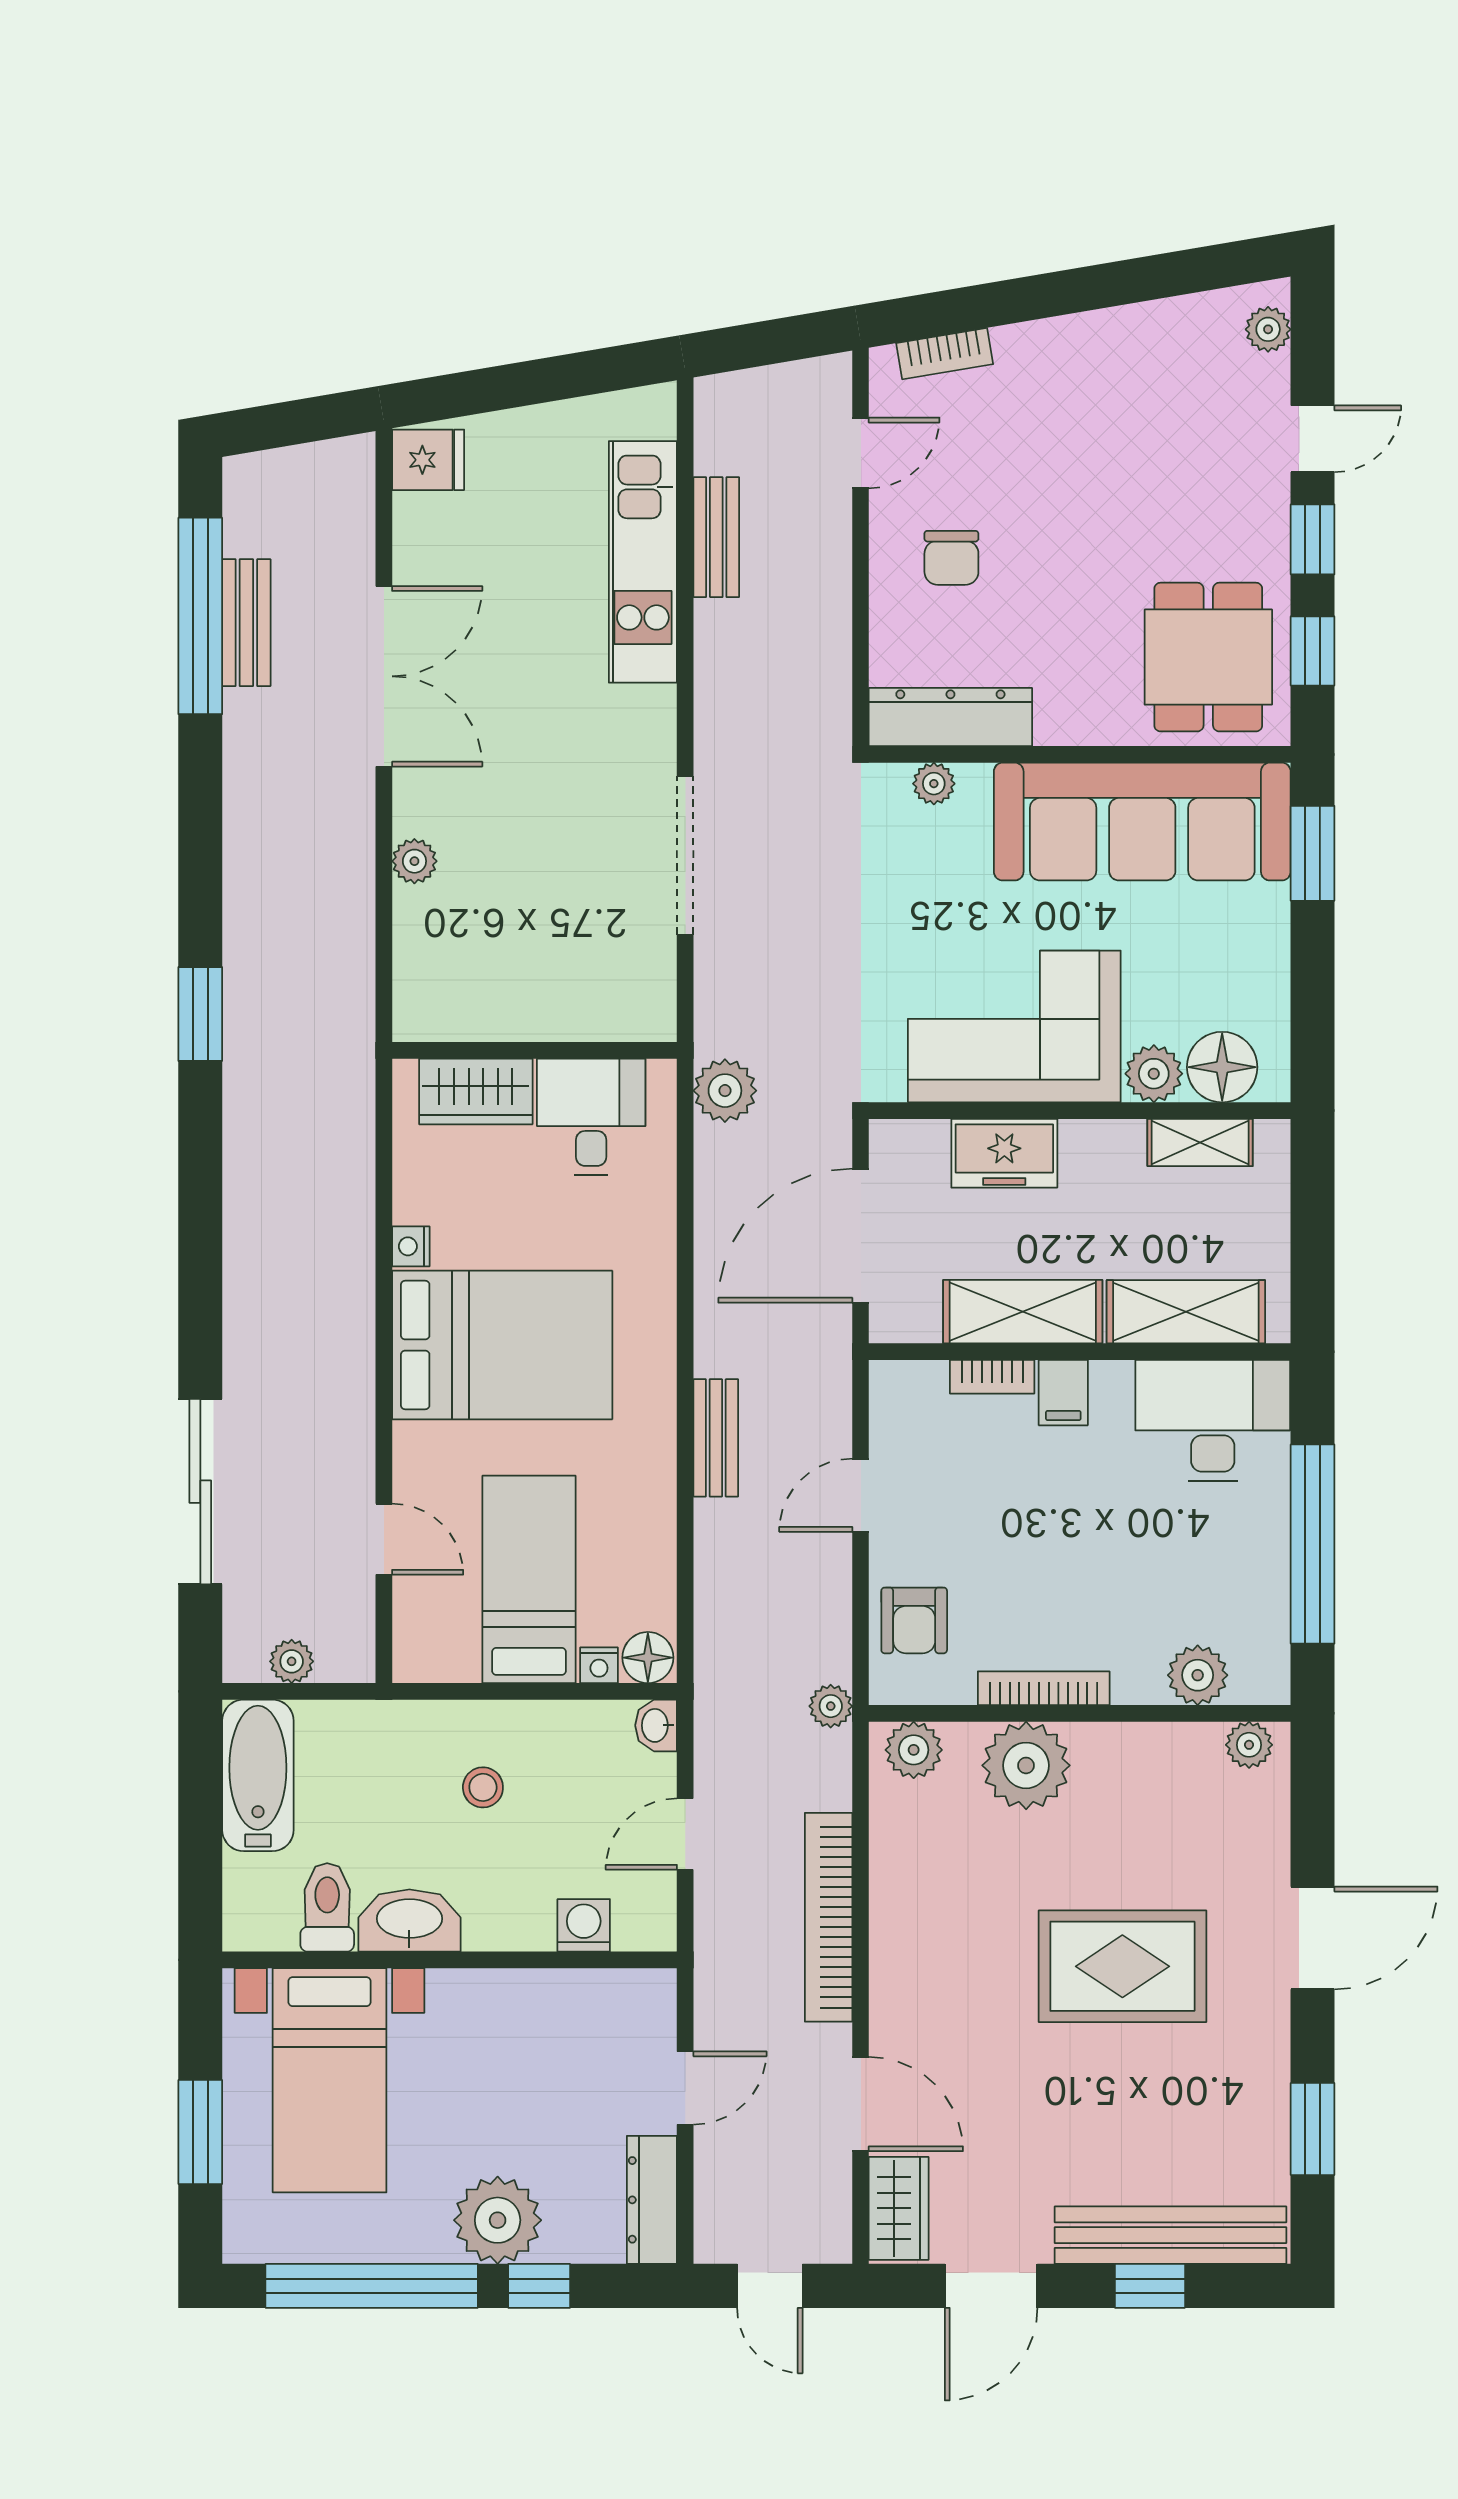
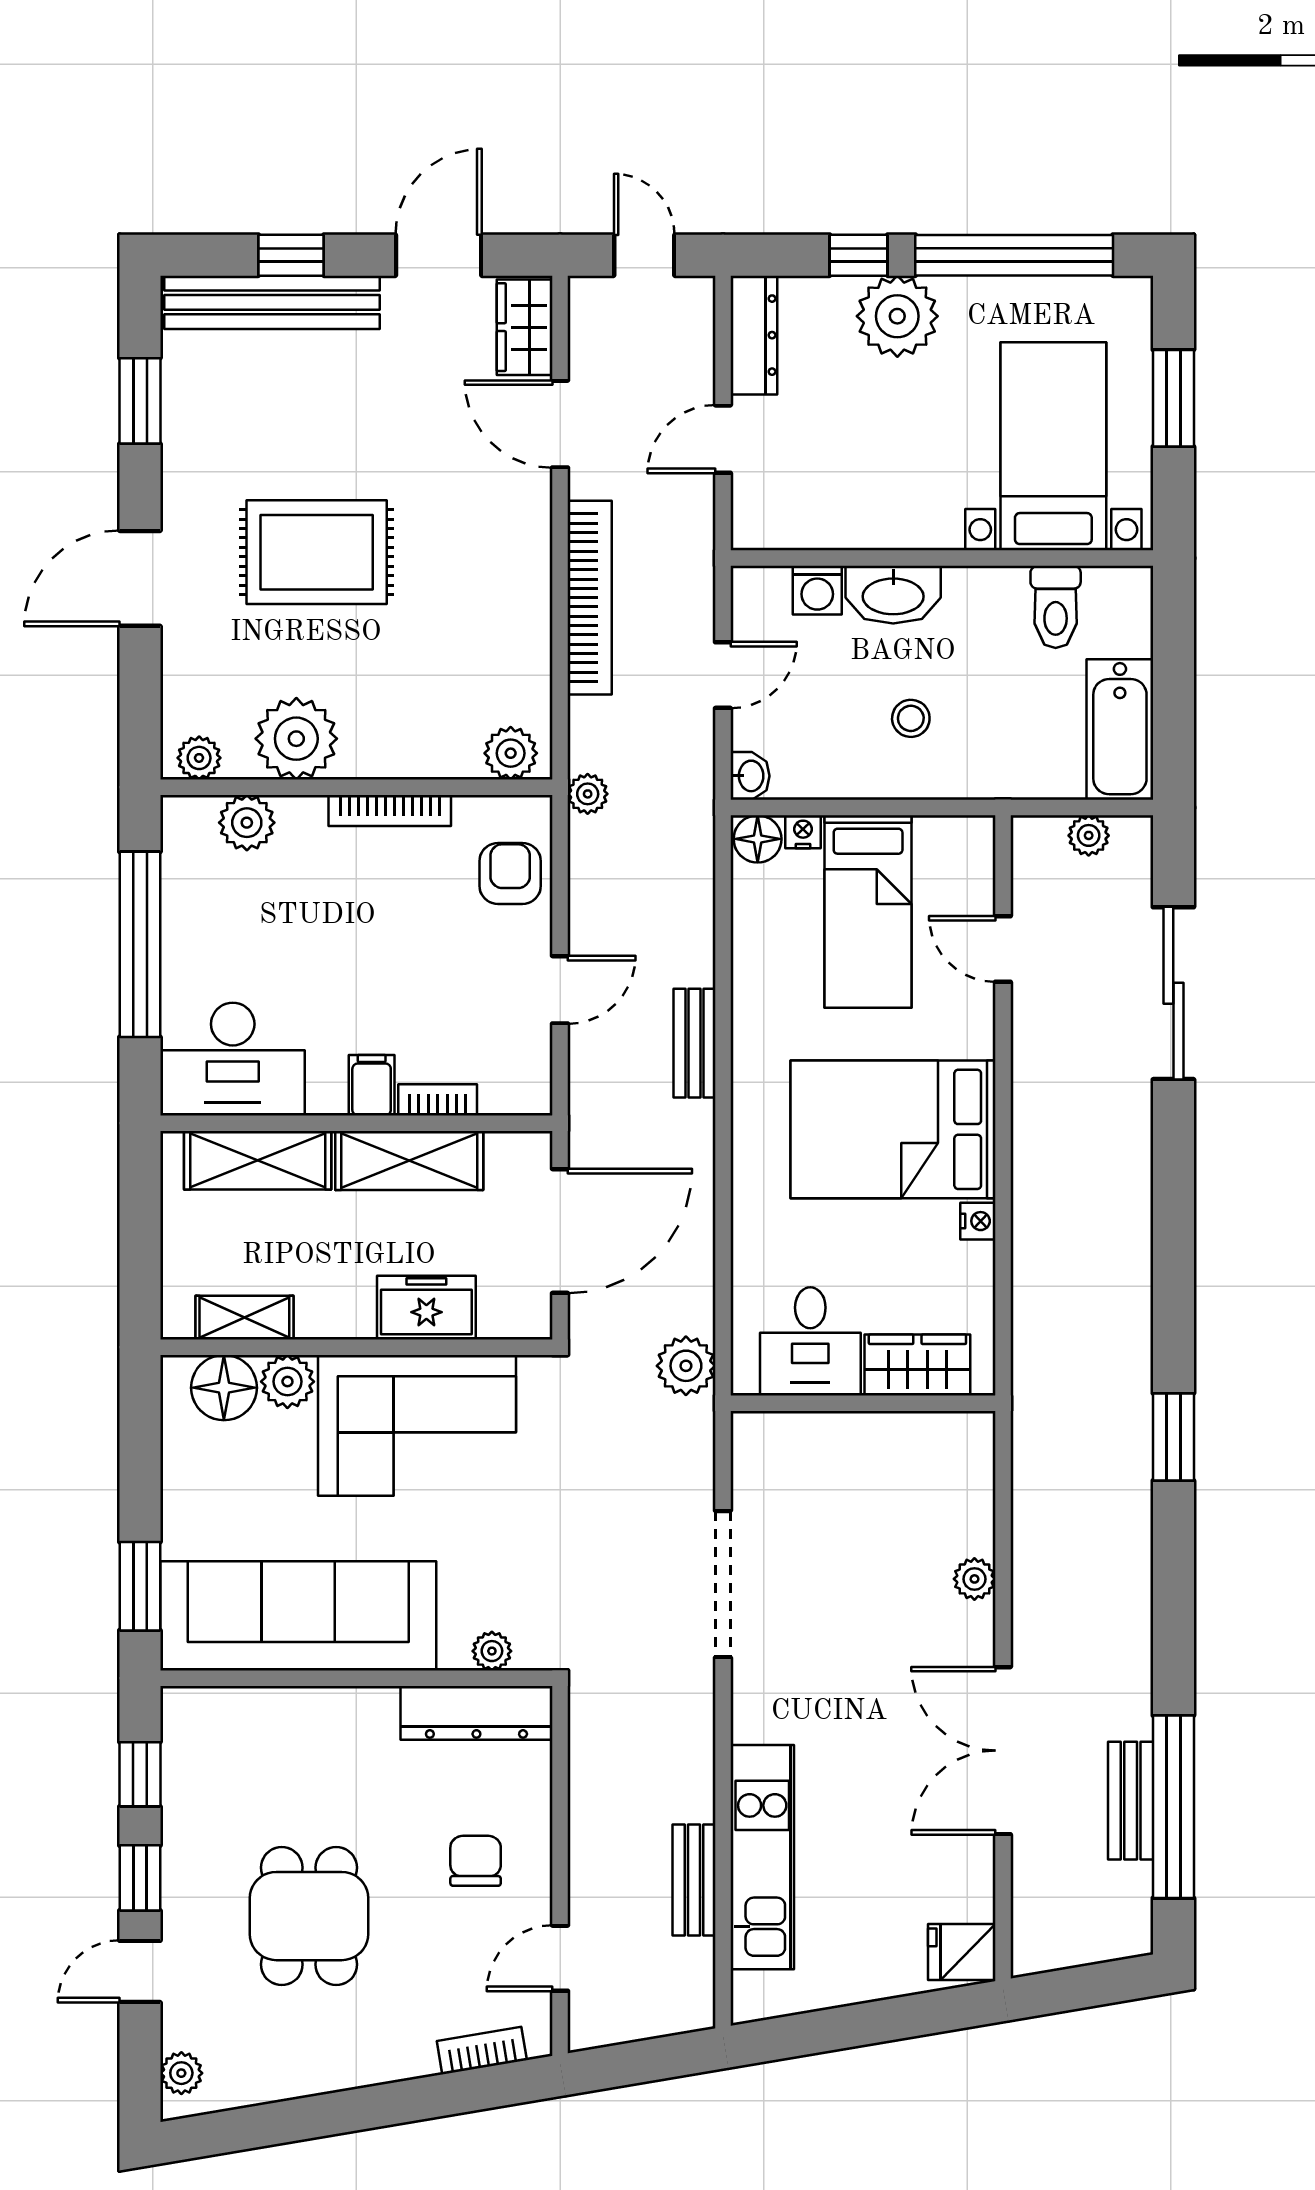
dining table: (1208, 657) -> (309, 1916), moved
plant: (1026, 1765) -> (296, 739), moved
washbasin: (409, 1920) -> (893, 595), moved

